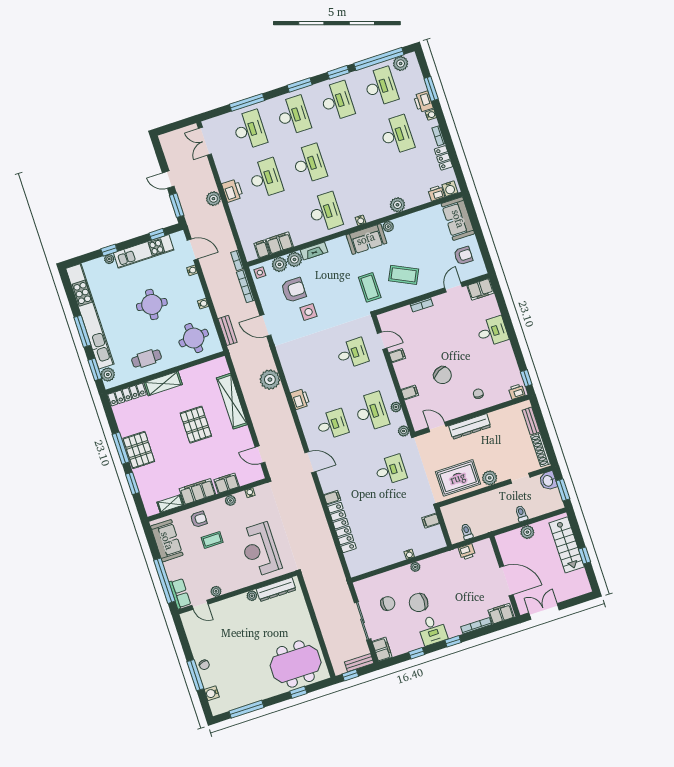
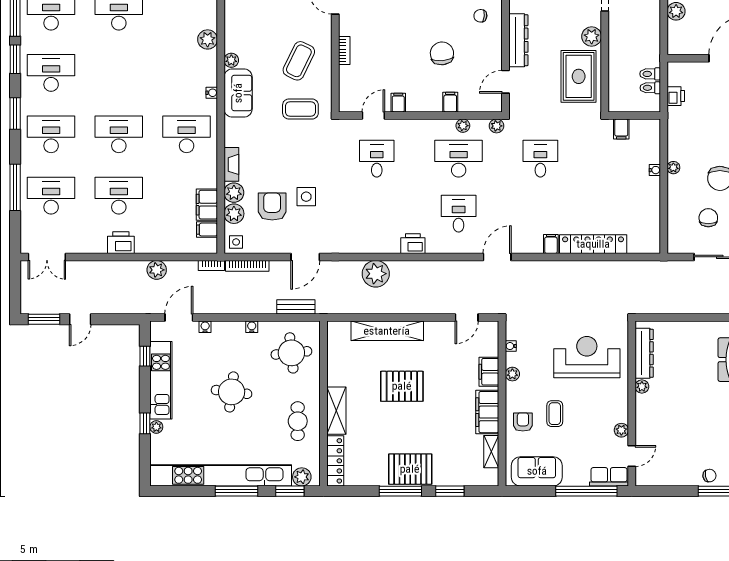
plant: (213, 199) -> (157, 270), moved
window: (177, 205) -> (44, 319), moved
chair: (442, 375) -> (442, 53), turned -67
toilet: (521, 514) -> (650, 74), moved
reception desk: (260, 550) -> (587, 357), turned 180

